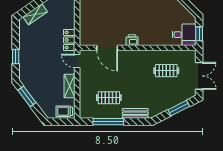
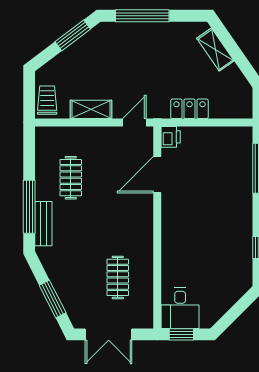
locker: (69, 40) -> (189, 109), moved
printer: (132, 40) -> (171, 137), moved
window: (16, 57) -> (142, 16), width x2.17
window: (108, 122) -> (29, 207), moved

